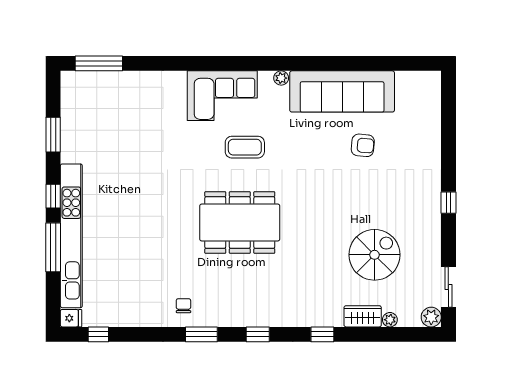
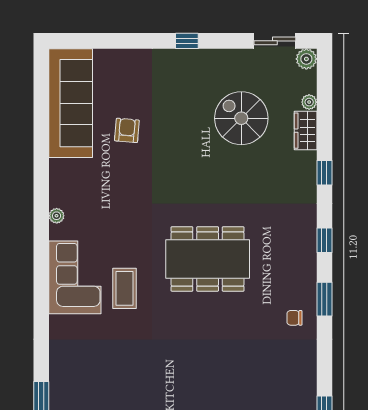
sofa: (342, 91) -> (71, 103), moved
coffee table: (245, 147) -> (124, 288), moved
dining table: (240, 223) -> (208, 259), turned 90

